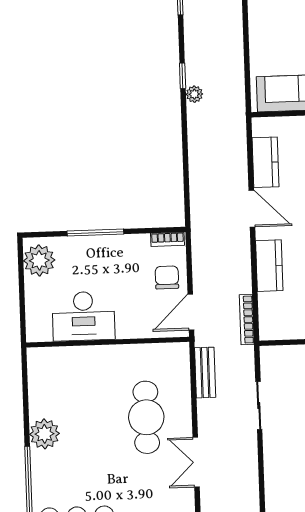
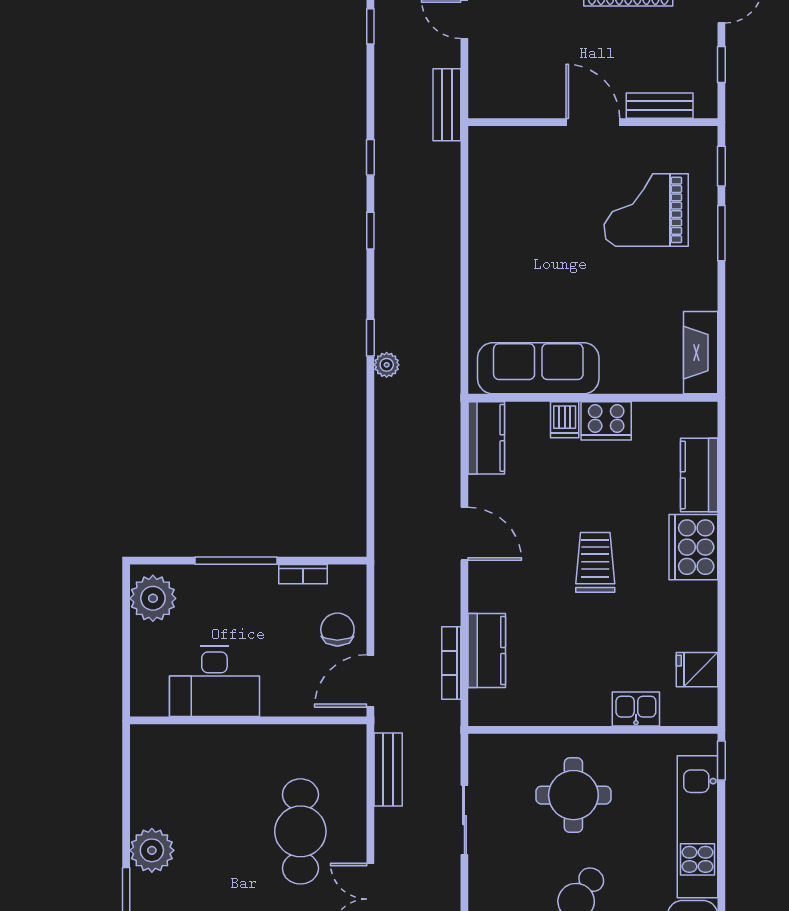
kitchen counter: (265, 162) -> (486, 438), moved
bookcase: (167, 239) -> (303, 574), moved
kitchen counter: (269, 266) -> (487, 651), moved
bookcase: (247, 320) -> (451, 663), moved

